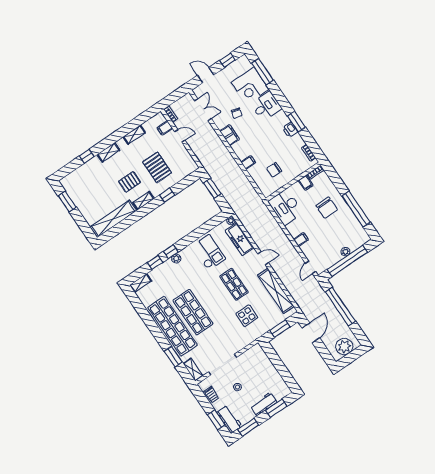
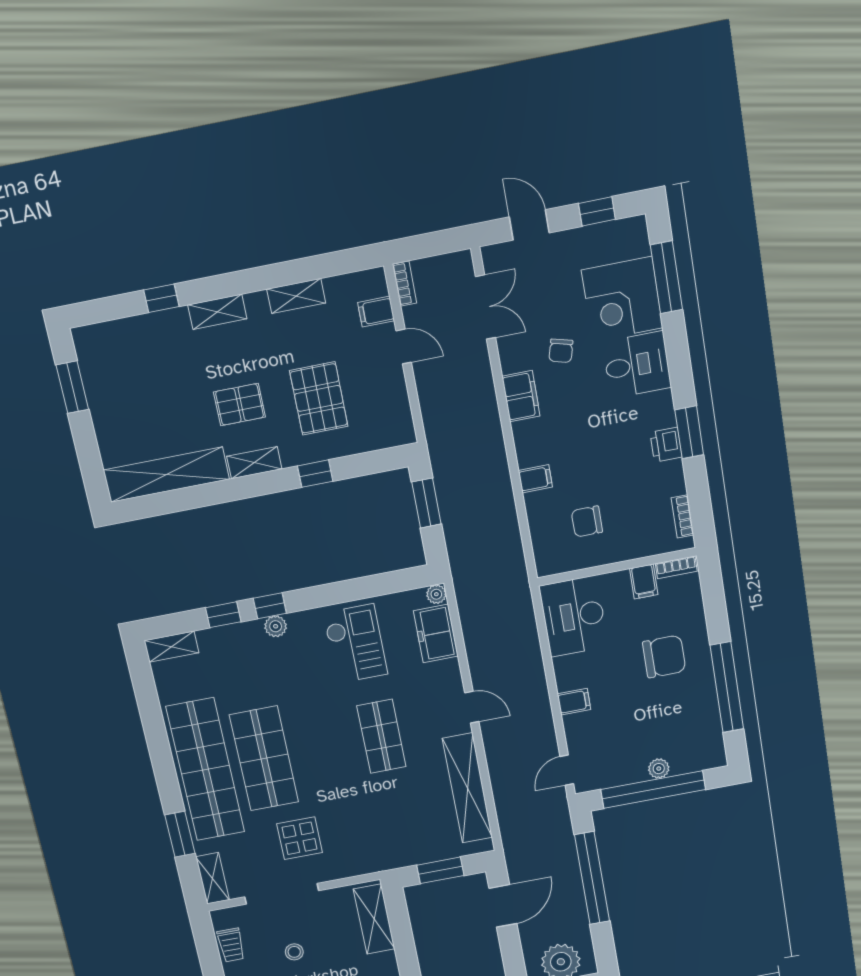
chair: (327, 208) -> (664, 656), turned -90
freezer: (240, 239) -> (436, 633), width x0.71
display table: (247, 316) -> (300, 838), moved
shelving: (263, 360) -> (374, 919), added

